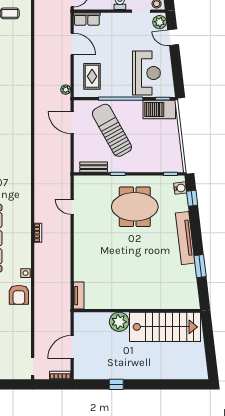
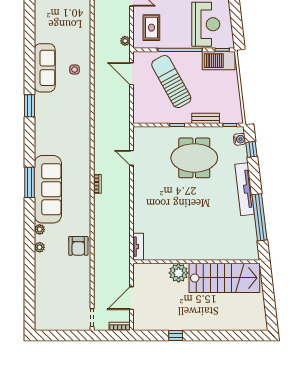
bench: (94, 167) -> (206, 118), moved
window: (200, 266) -> (259, 217), width x2.11
side table: (26, 273) -> (75, 70), moved

